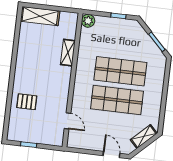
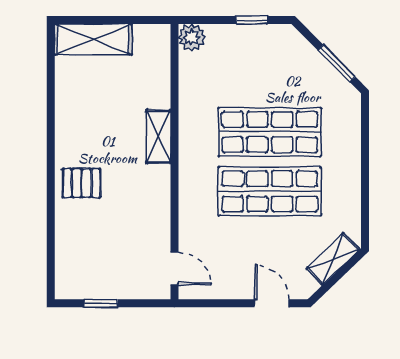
shelving: (68, 53) -> (158, 136), moved
pallet: (27, 102) -> (82, 183), moved
door: (68, 121) -> (174, 269), moved

